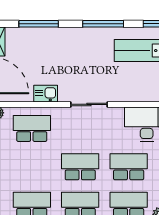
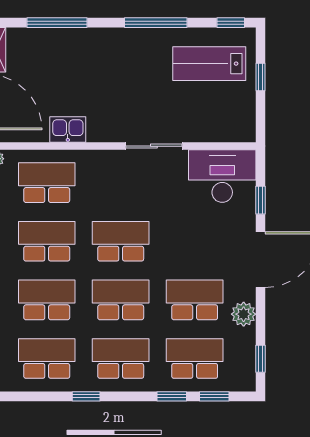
sliding door: (89, 104) -> (154, 146), moved
school desk: (129, 167) -> (47, 241), moved

